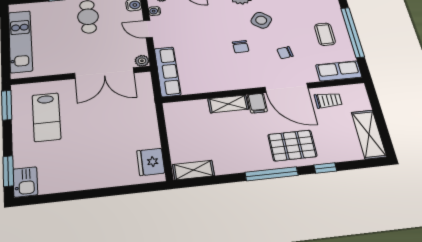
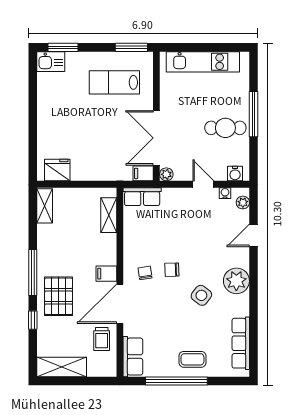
door: (148, 29) -> (203, 184), hinge flipped
coffee table: (325, 34) -> (192, 359), moved
chair: (285, 53) -> (145, 273), moved
row of seats: (167, 72) -> (142, 197), width x0.68
filing cabinet: (144, 81) -> (143, 173), added
shelving: (228, 104) -> (109, 215), moved

